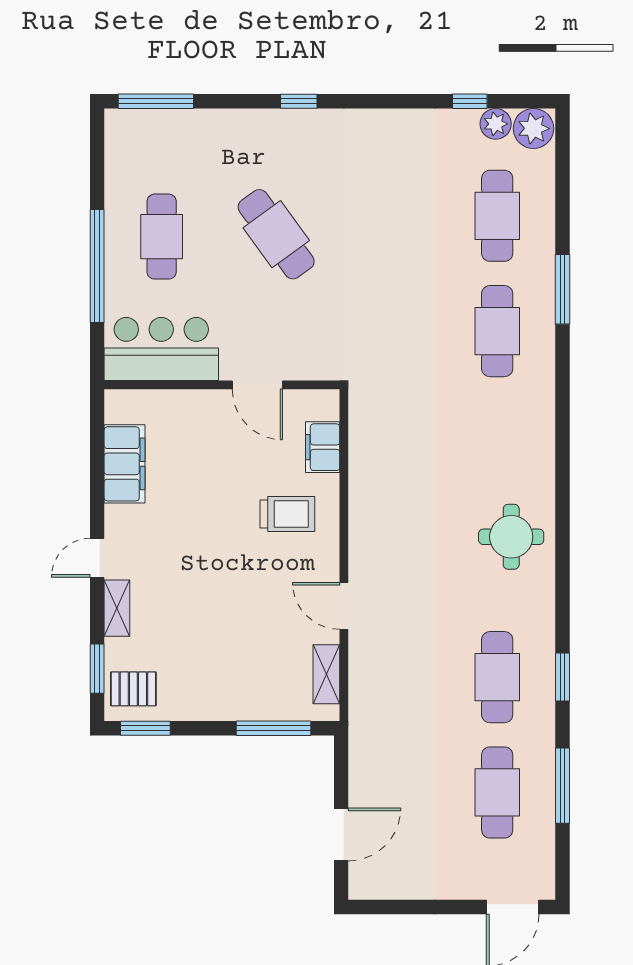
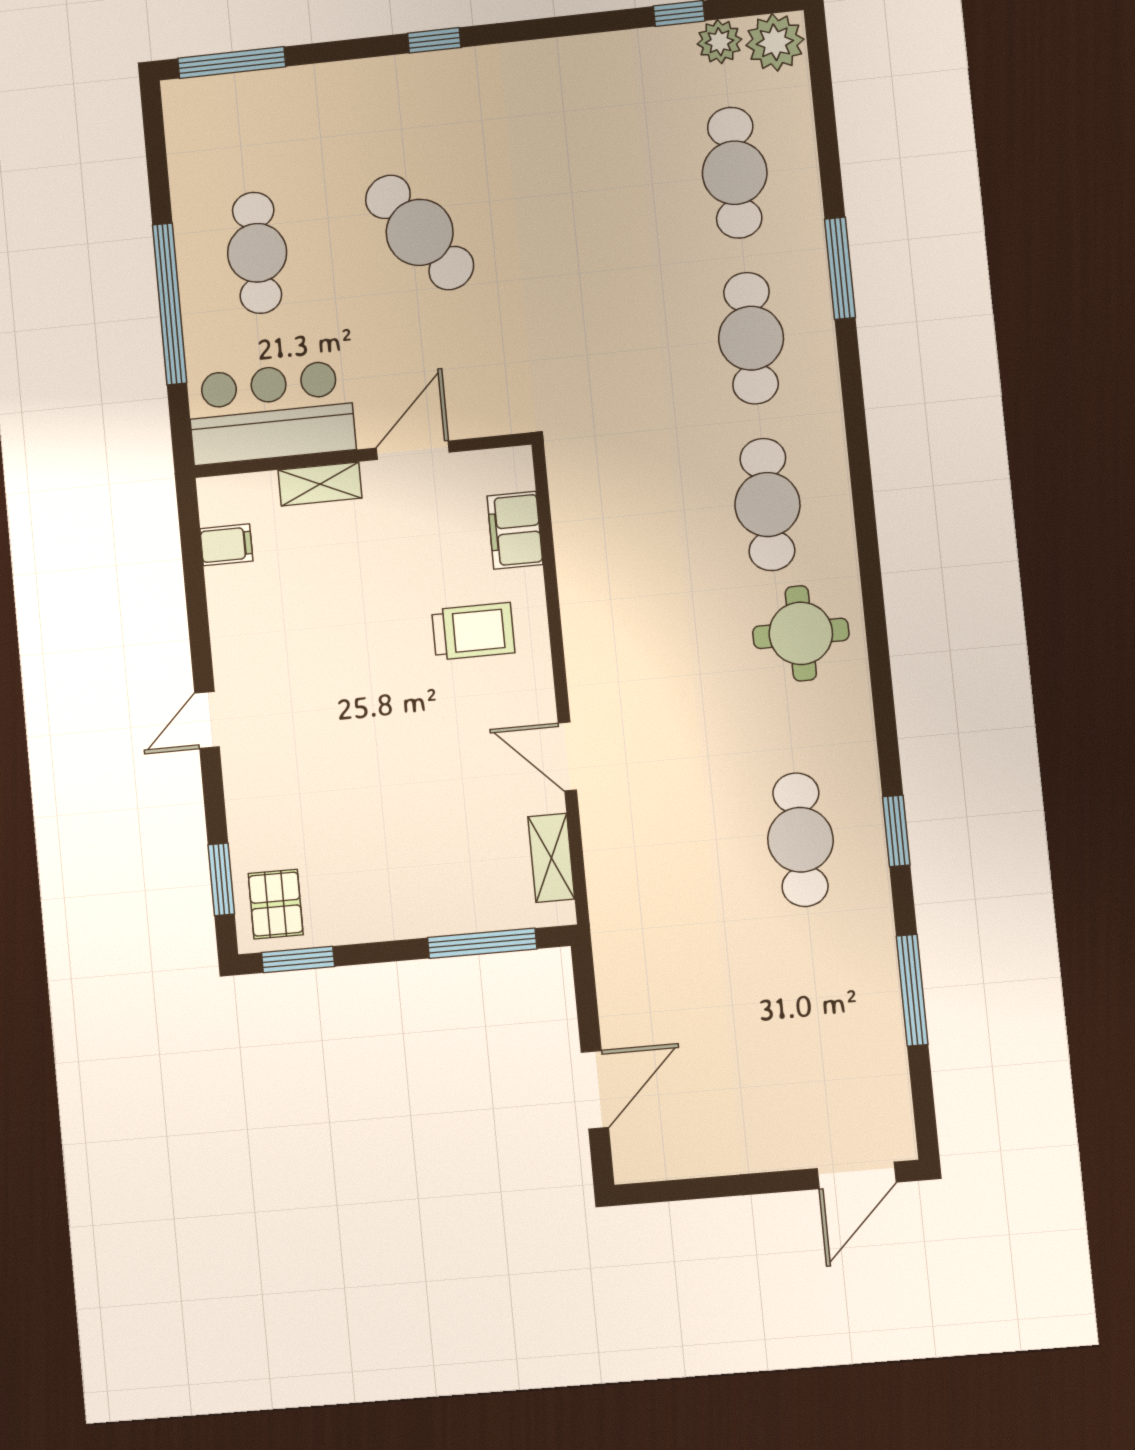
door: (257, 385) -> (413, 450), swing flipped
filing cabinet: (125, 464) -> (226, 545), width x0.33, depth x0.86
shelving: (117, 608) -> (320, 484), moved, turned 90
pallet: (133, 689) -> (276, 904), turned 90
cafe table: (497, 792) -> (767, 504), moved

